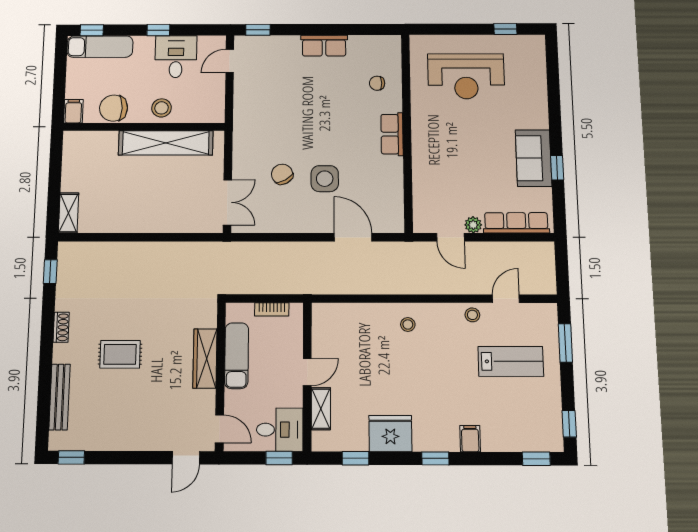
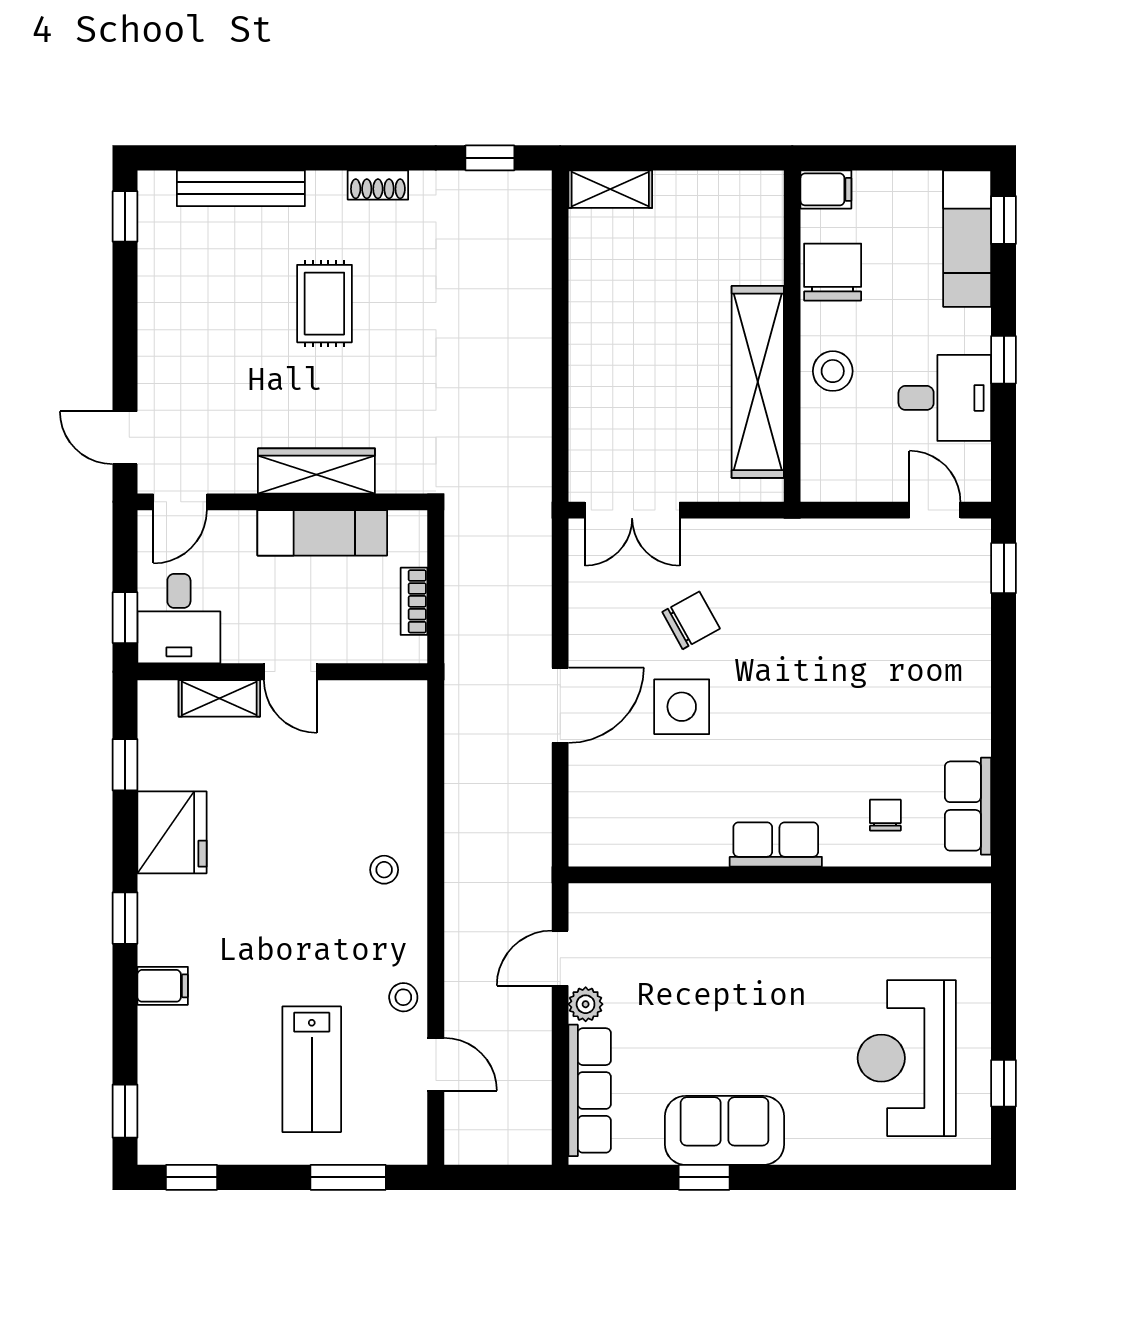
row of seats: (324, 46) -> (968, 806), moved
reception desk: (466, 76) -> (907, 1058), moved
door: (353, 237) -> (560, 705), moved

